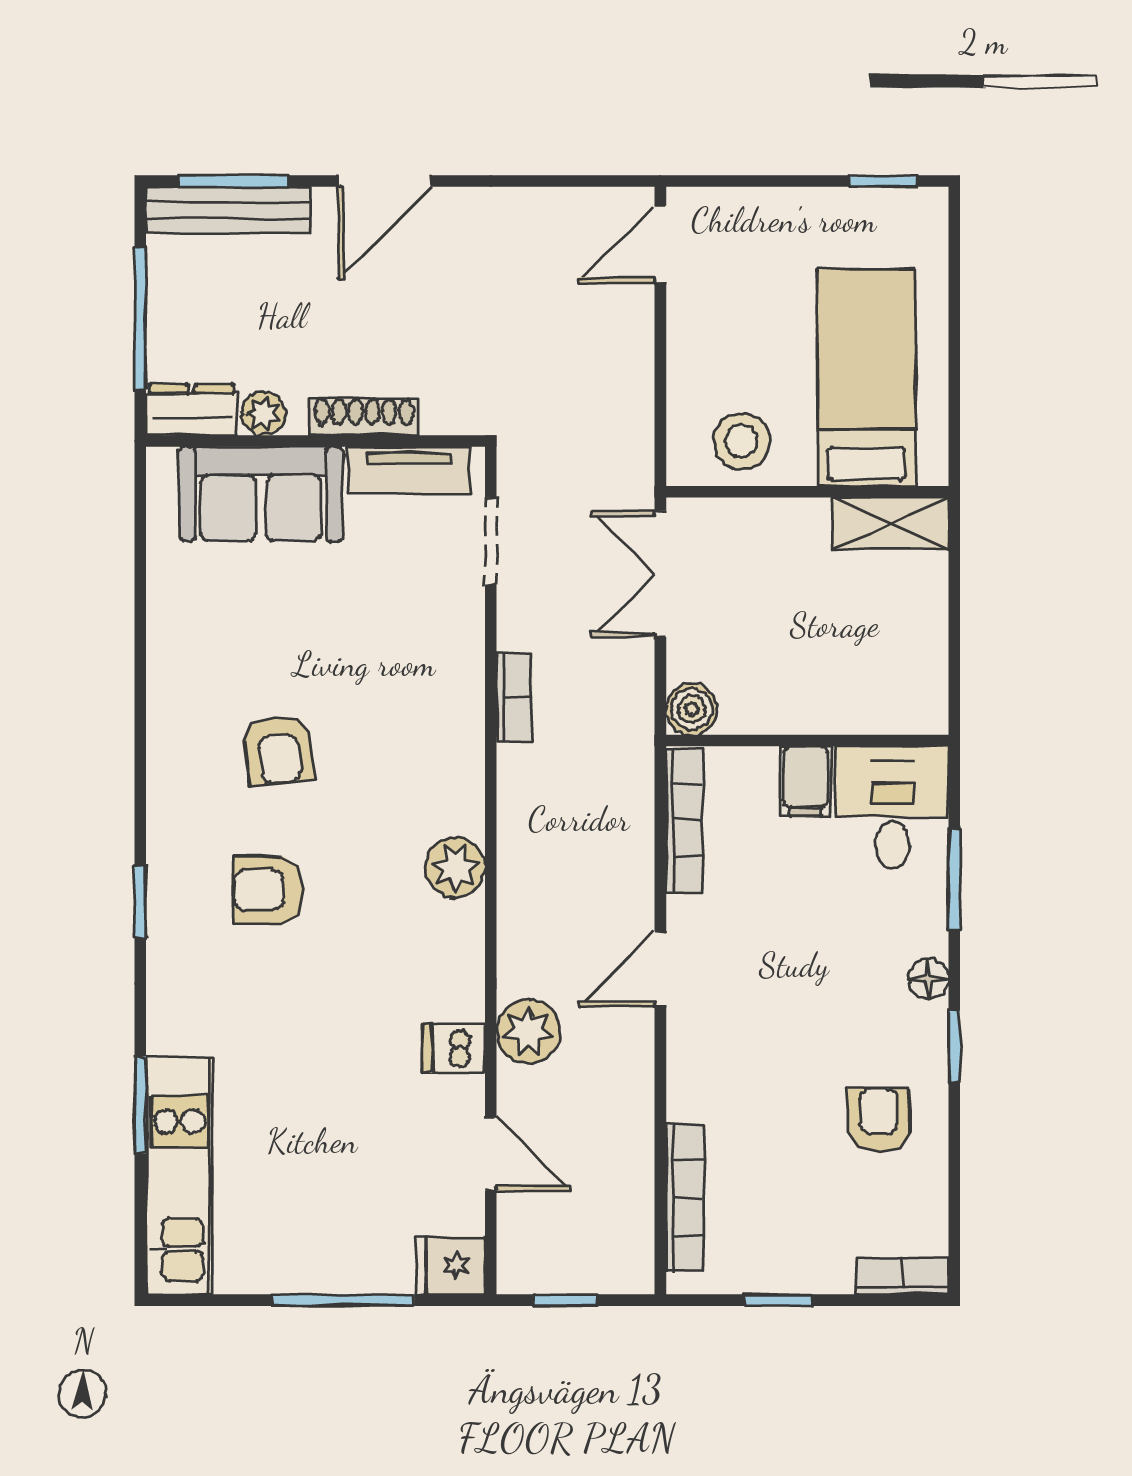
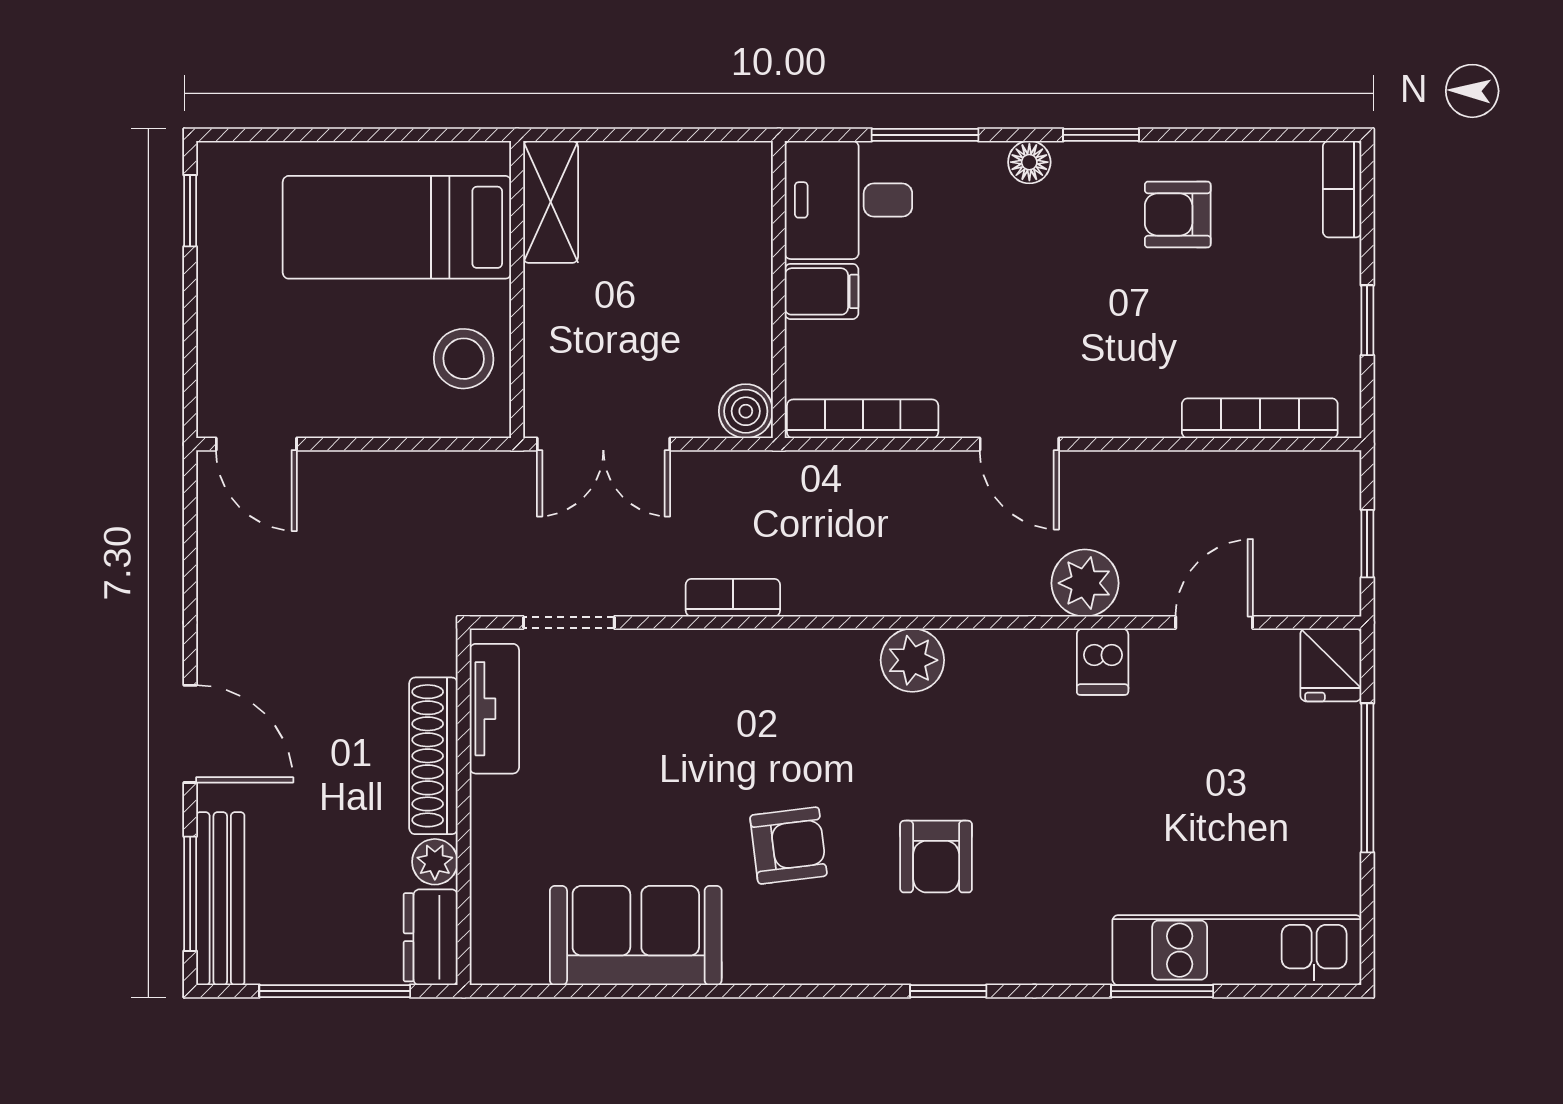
shoe rack: (364, 417) -> (433, 756), width x1.36, depth x1.24
sofa: (261, 494) -> (636, 936), moved, turned -90

